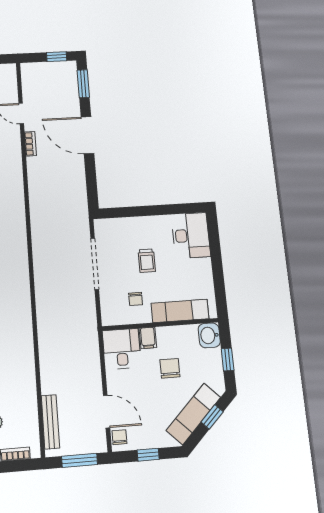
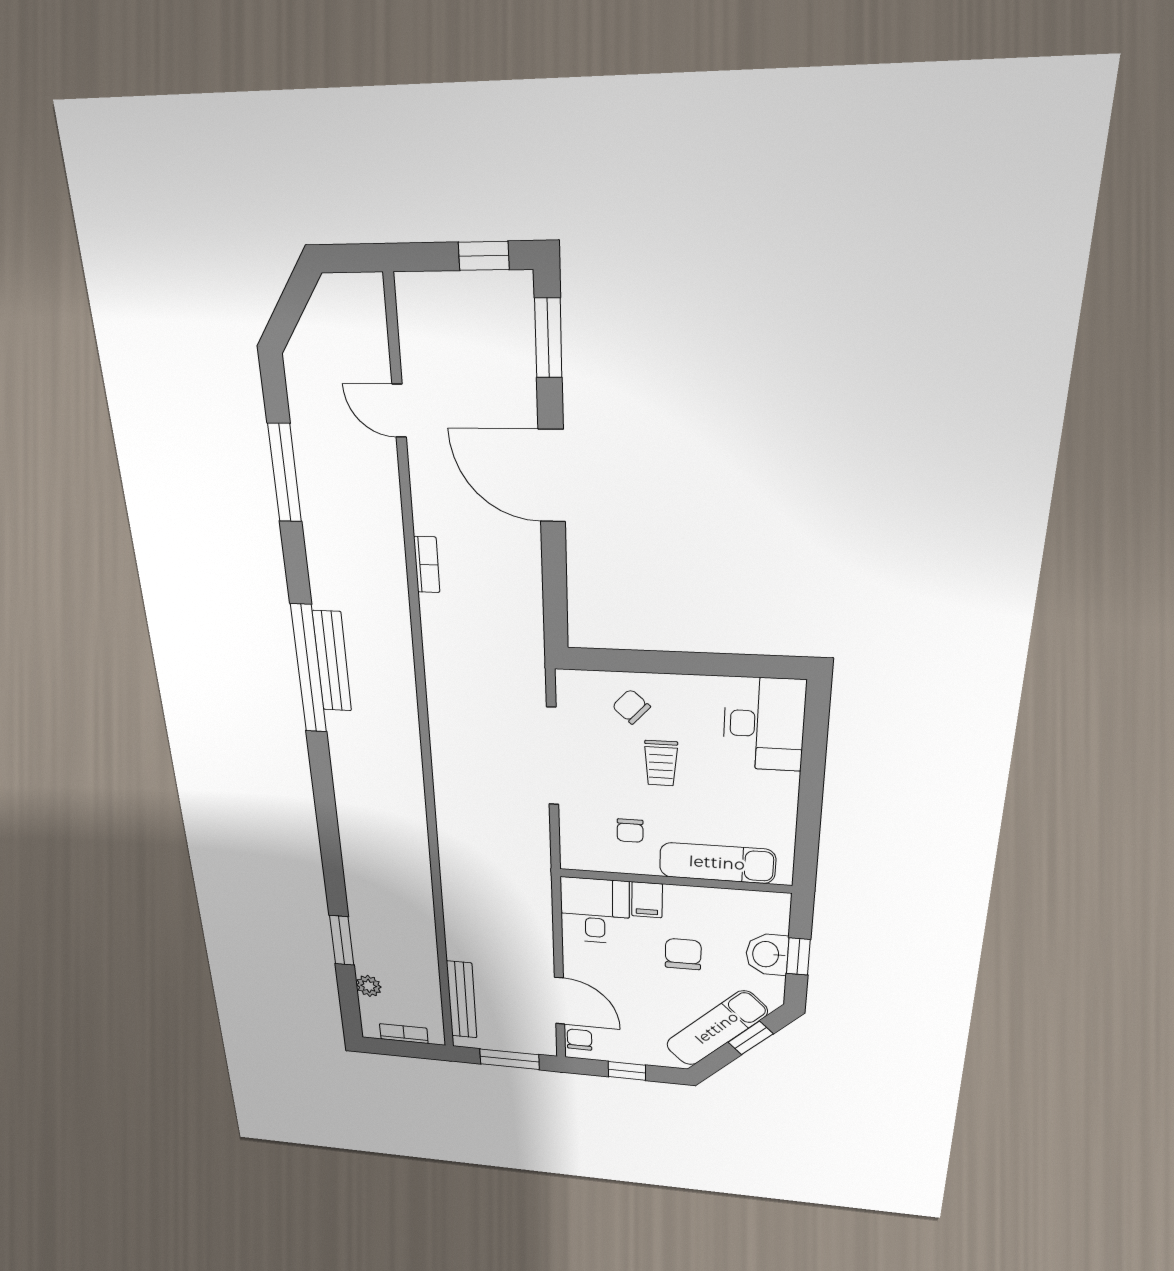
bookcase: (30, 144) -> (427, 565), moved
chair: (130, 234) -> (631, 707), added
washbasin: (209, 335) -> (767, 954), moved

